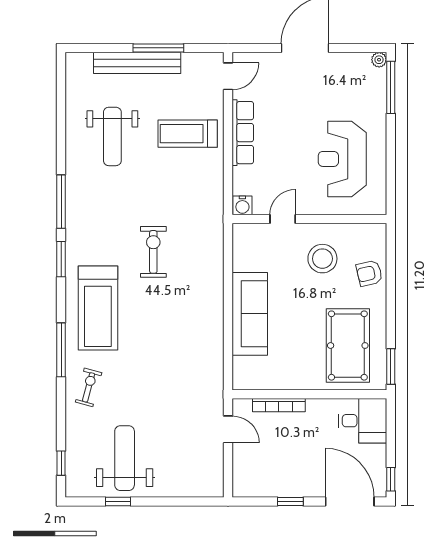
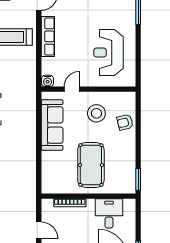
sofa: (250, 314) -> (52, 125), moved
pool table: (348, 346) -> (91, 165), moved
desk: (363, 421) -> (109, 213), moved, turned -90
door: (228, 429) -> (39, 230), moved

